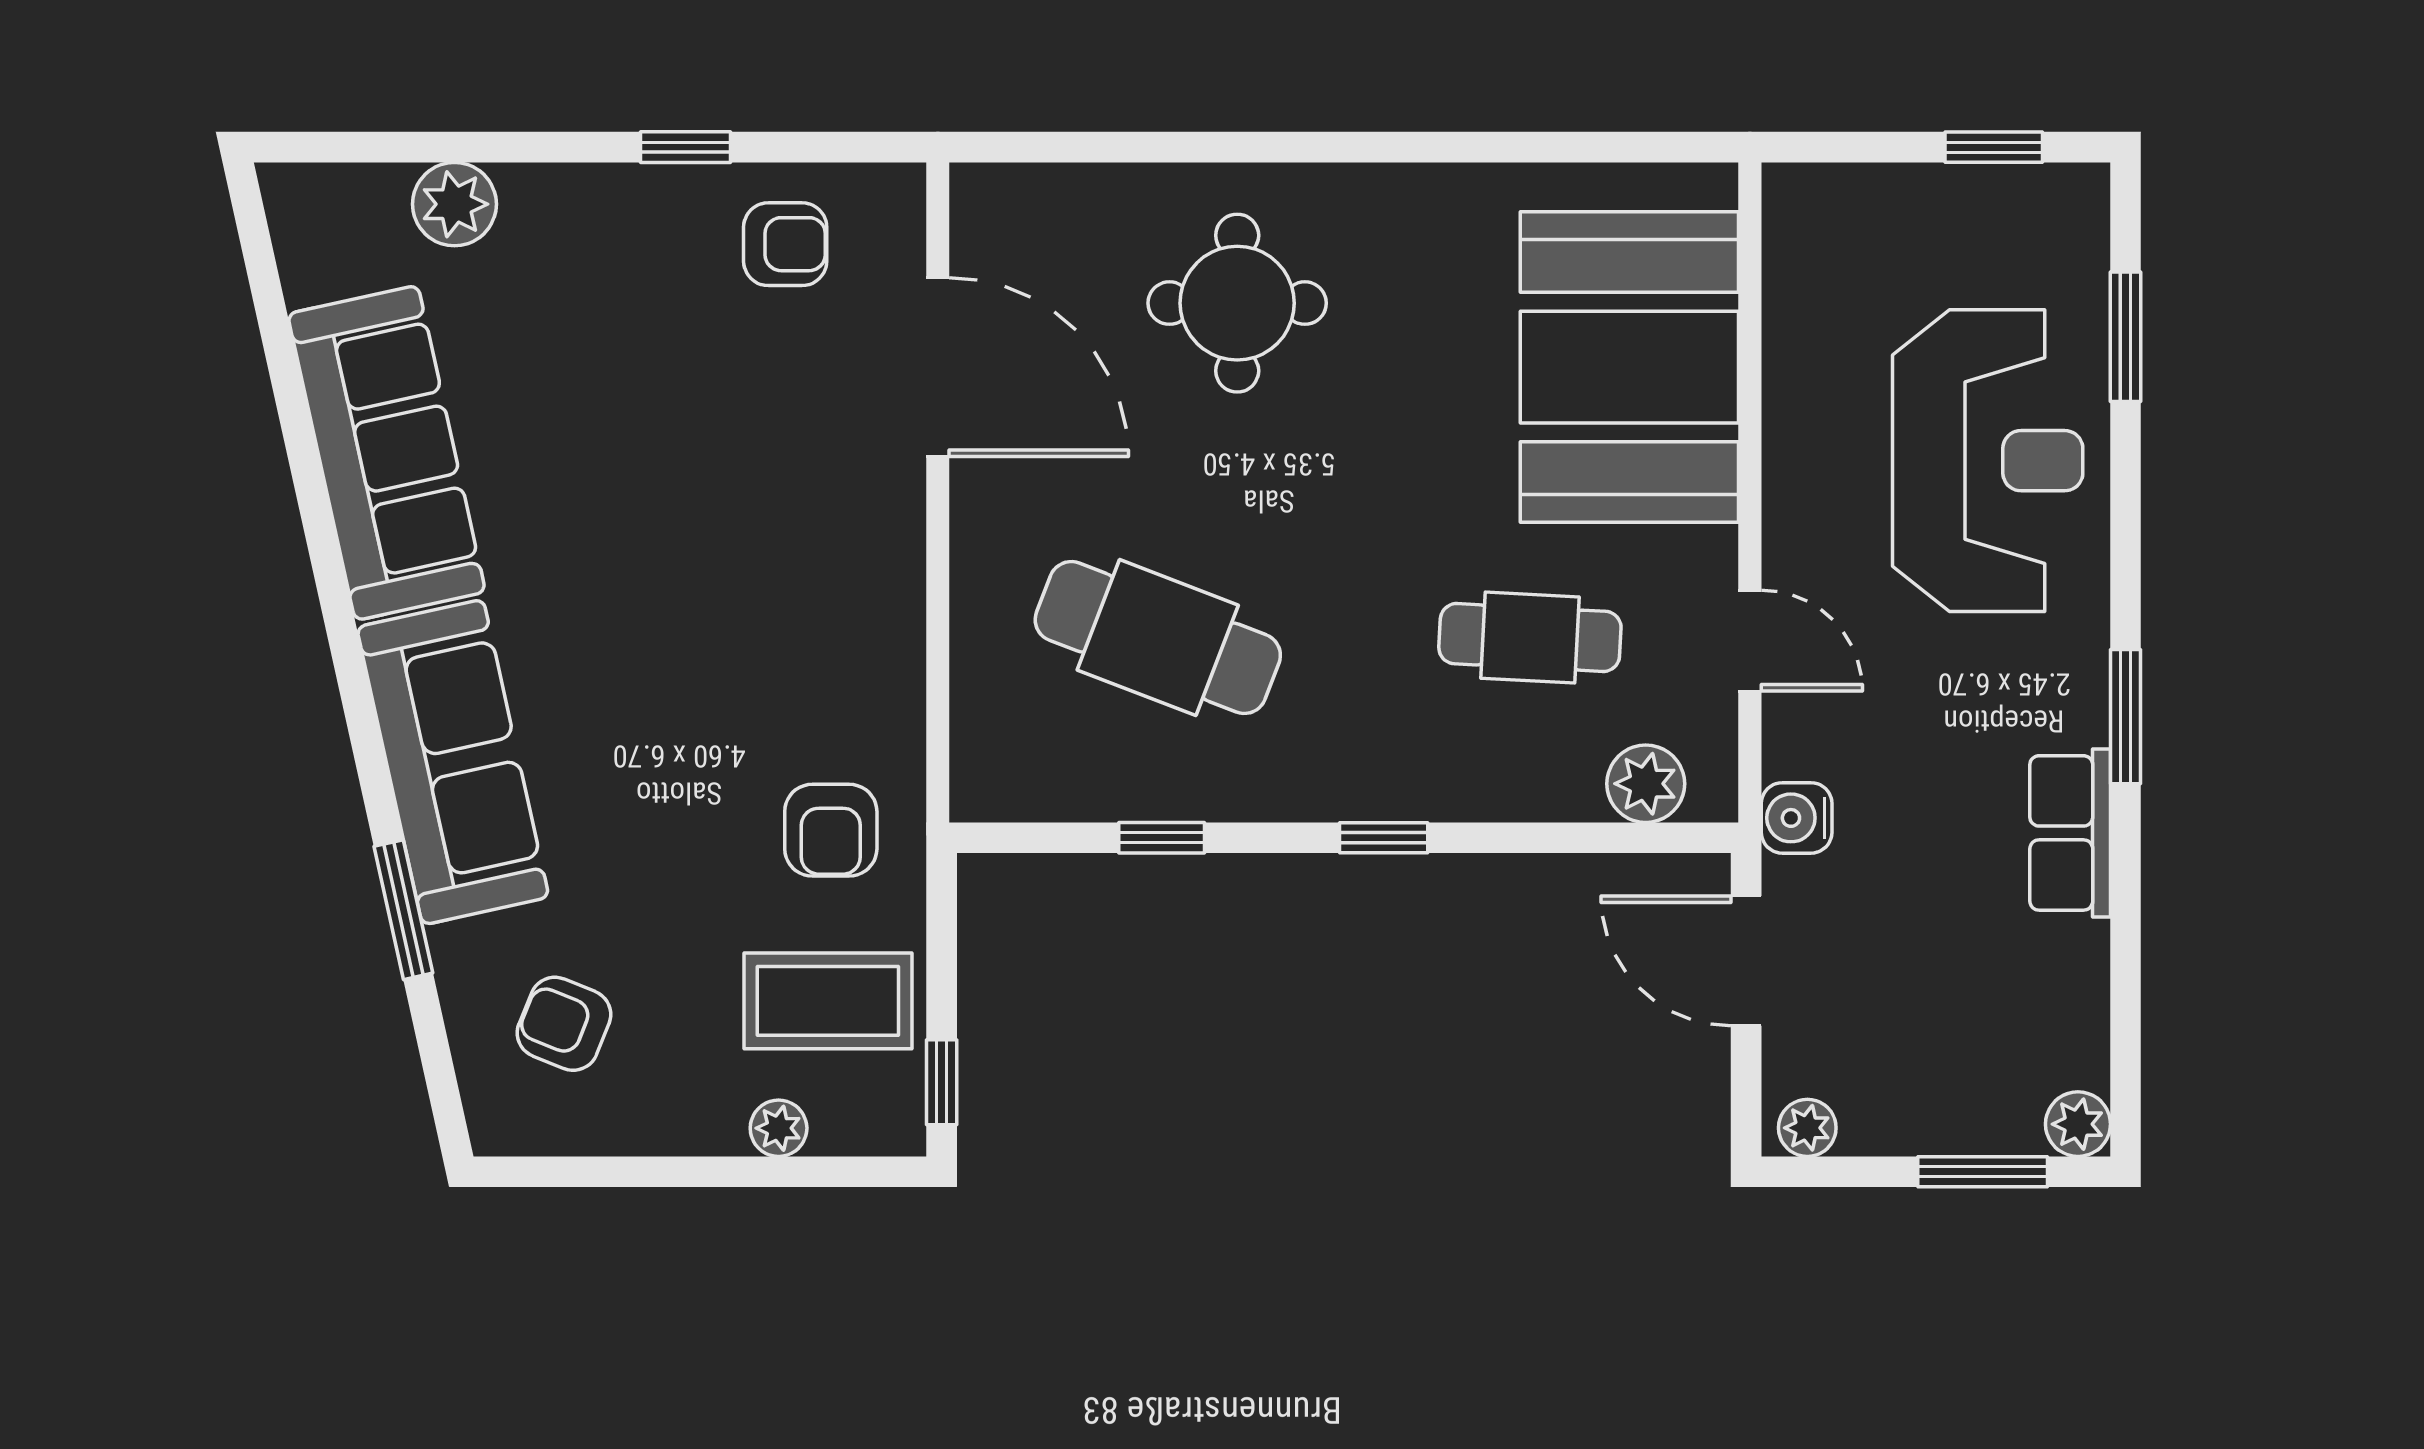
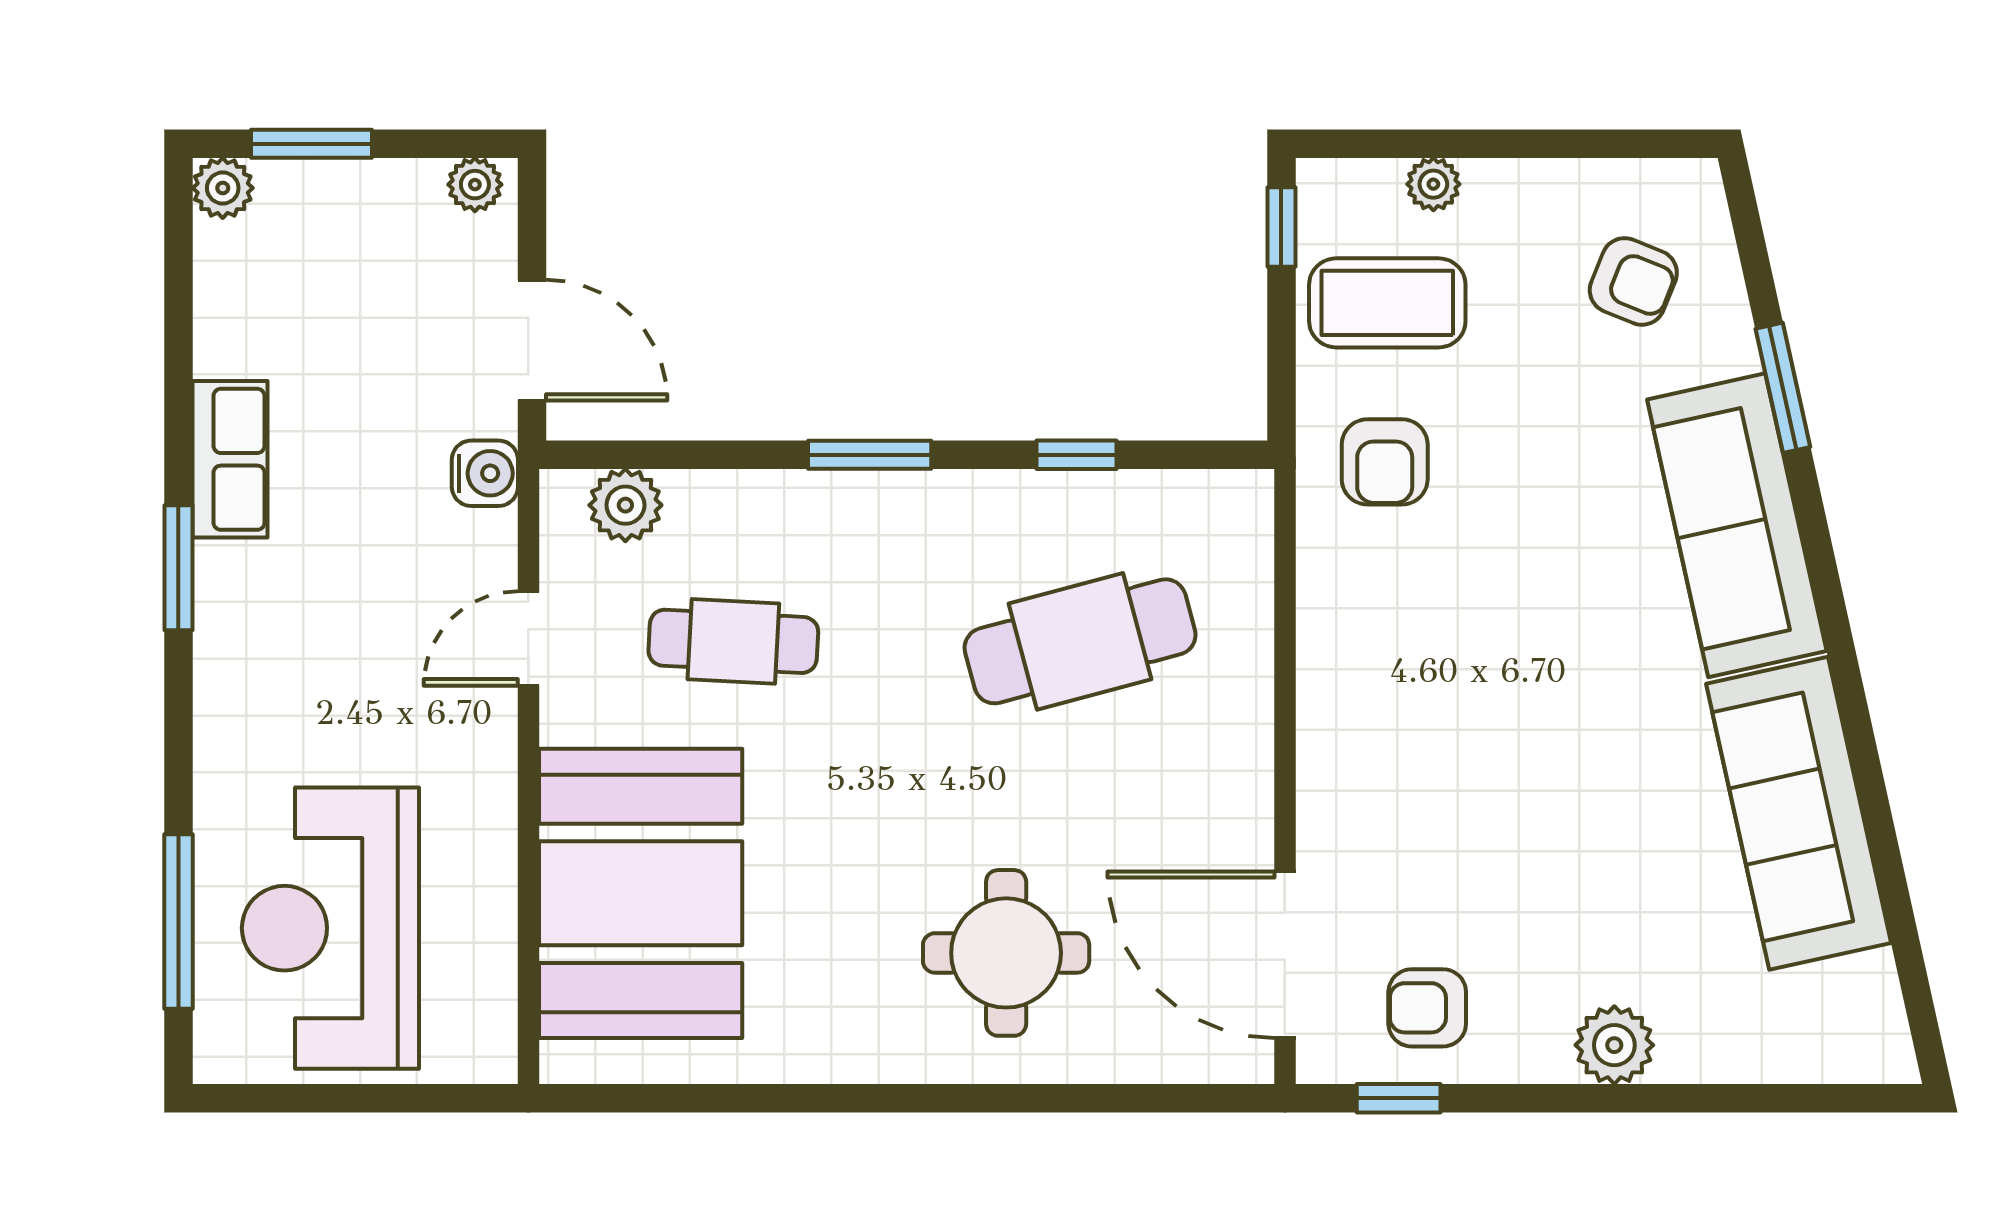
window: (685, 147) -> (1399, 1098), moved
window: (1994, 147) -> (301, 1098), removed
plant: (454, 204) -> (1614, 1045), moved
window: (2126, 337) -> (178, 922), width x1.44
door: (938, 367) -> (1285, 955), moved
reception desk: (1988, 461) -> (330, 928), moved
cafe table: (1158, 638) -> (1080, 641), turned -36
door: (1750, 641) -> (528, 638), hinge flipped
armchair: (831, 830) -> (1385, 462), turned 180
window: (1384, 838) -> (870, 455), width x1.50

